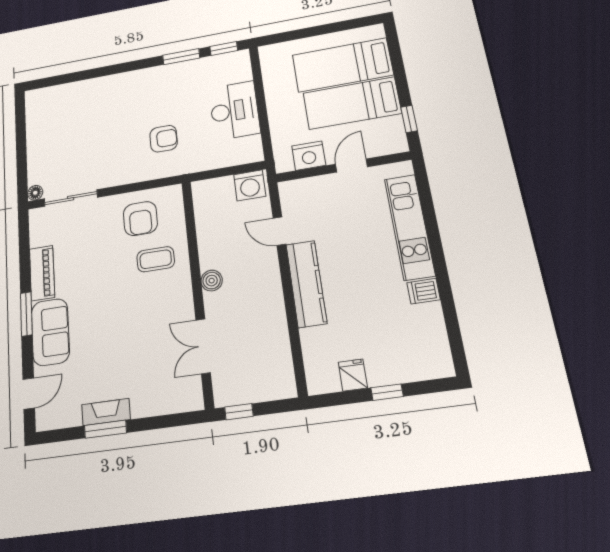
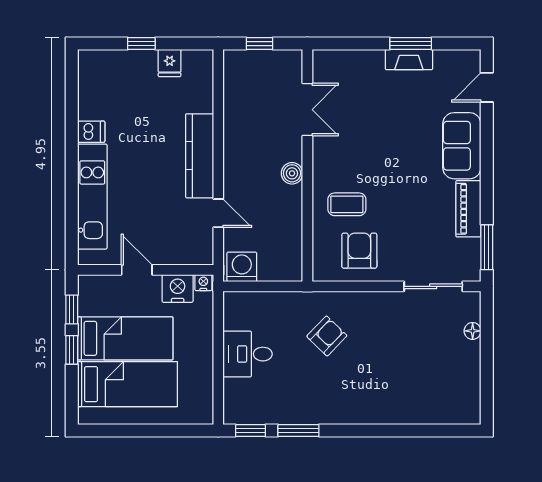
window: (402, 84) -> (72, 350), added
desk: (234, 110) -> (248, 354), width x0.73
armchair: (164, 139) -> (327, 336), turned 134
nightstand: (285, 165) -> (203, 283), added
door: (352, 165) -> (137, 270), swing flipped
floor lamp: (35, 193) -> (473, 331), moved
window: (26, 314) -> (487, 247), moved
window: (239, 412) -> (259, 44), moved

